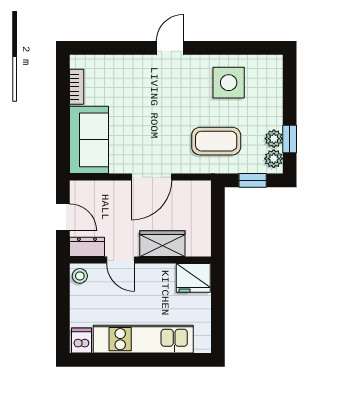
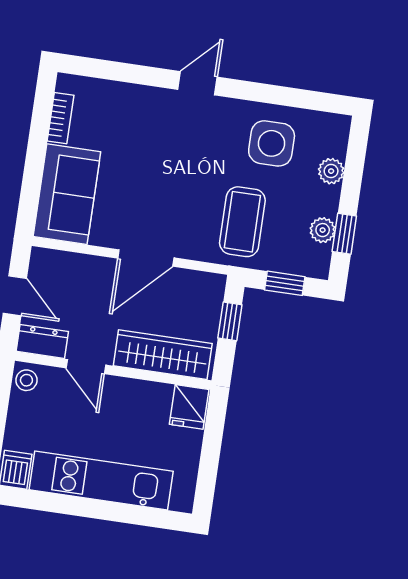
coffee table: (216, 141) -> (242, 222), turned 90
plant: (274, 159) -> (331, 171), moved
window: (218, 213) -> (230, 321), added
wardrobe: (162, 244) -> (163, 355), width x1.50
fridge: (193, 278) -> (189, 407), width x0.72

